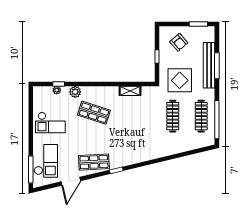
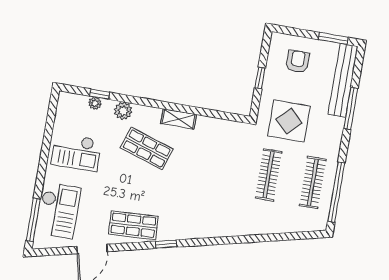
armchair: (179, 42) -> (298, 62), turned -139
bench: (209, 65) -> (343, 80), moved
shelving: (130, 91) -> (179, 119), moved

